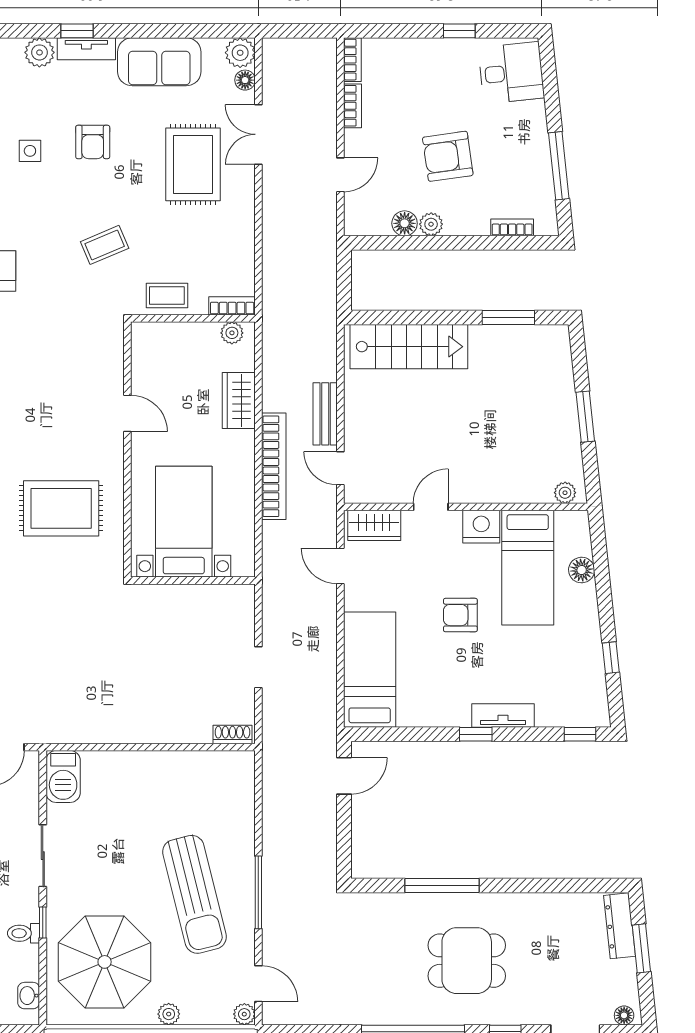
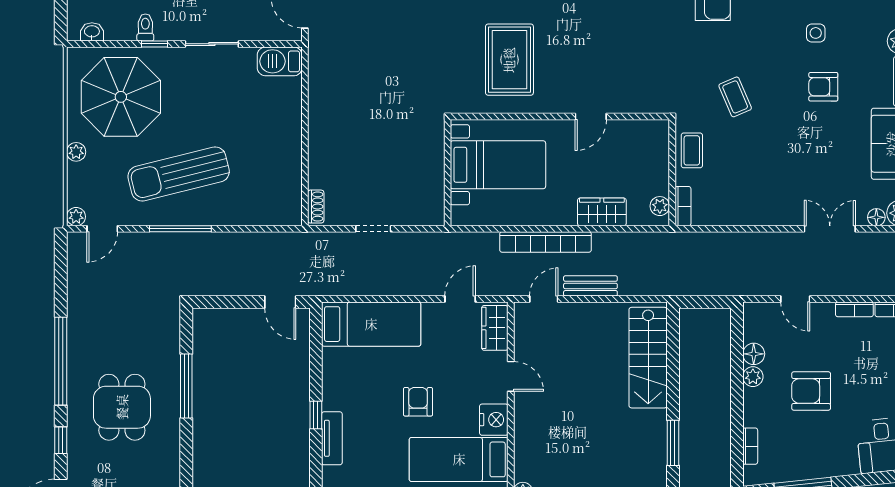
armchair: (448, 156) -> (811, 391), turned -82
rug: (193, 164) -> (804, 173), removed

